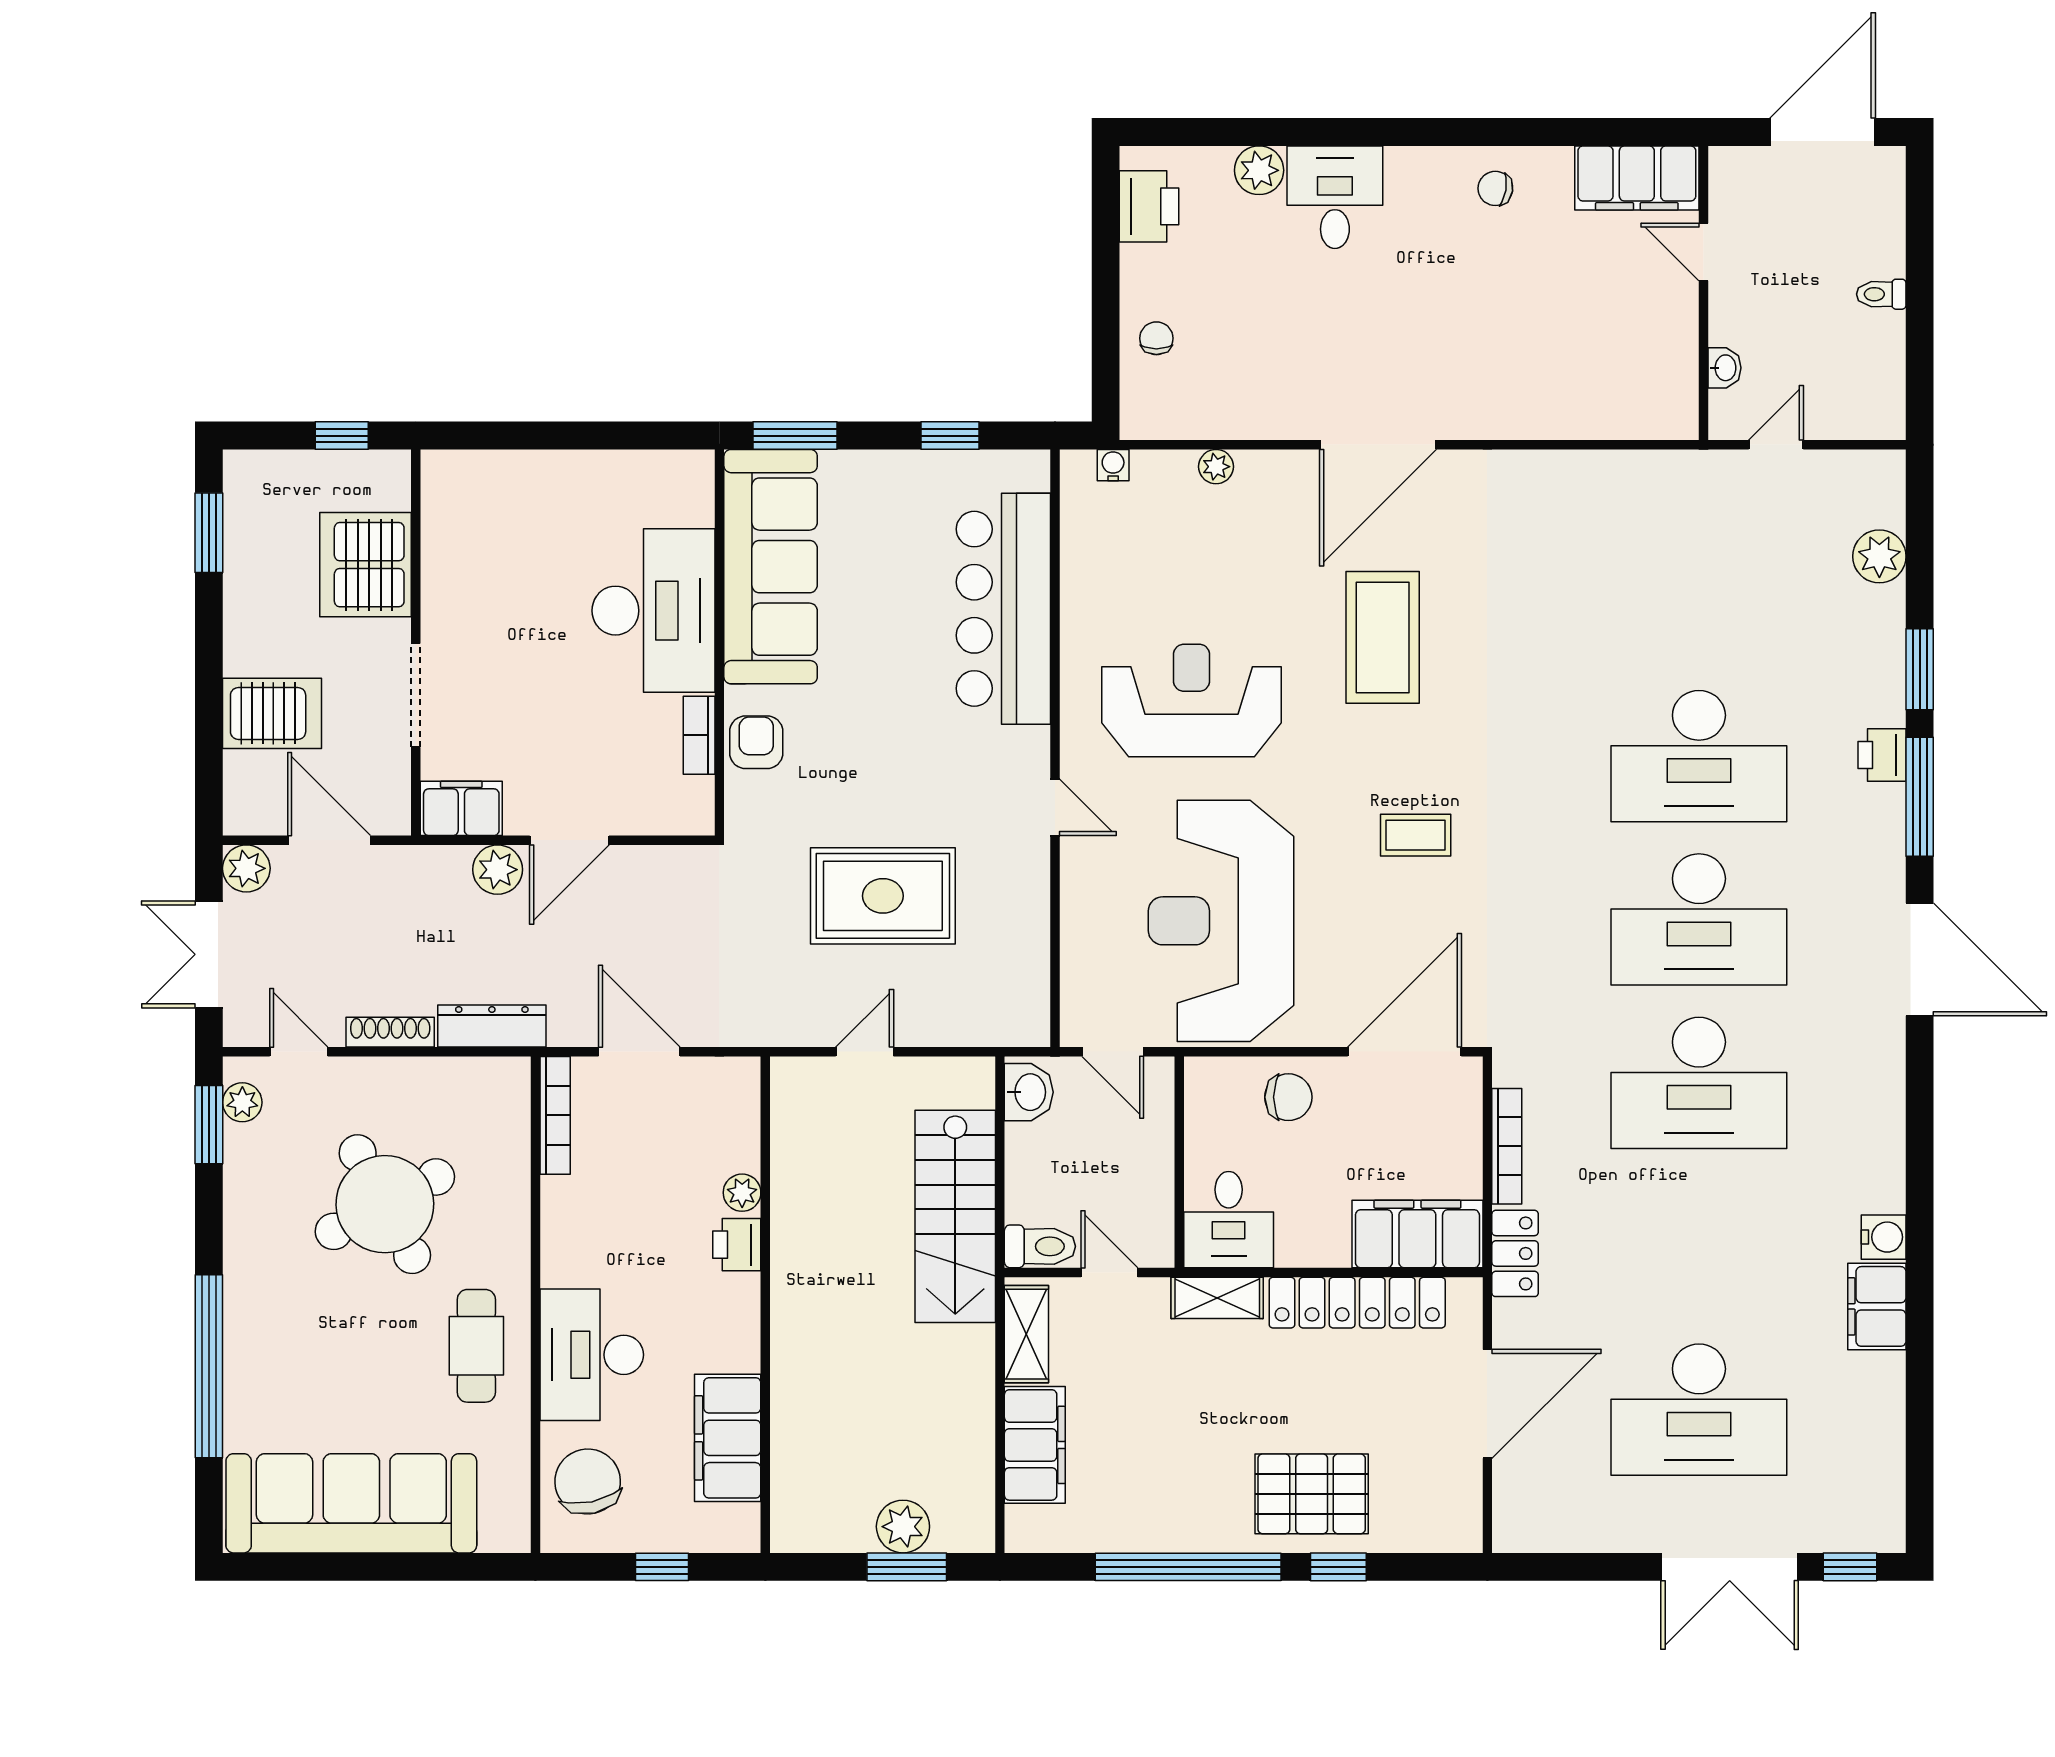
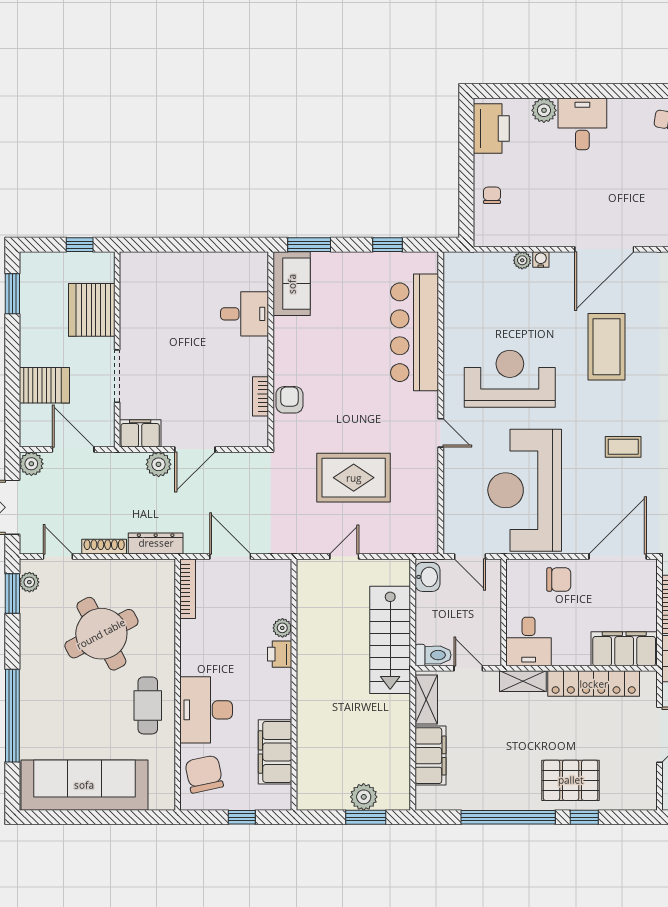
printer: (1149, 206) -> (491, 129), width x1.37, depth x1.19
water cooler: (1113, 465) -> (541, 260), moved
sofa: (771, 567) -> (292, 284), width x0.54, depth x0.79
desk: (653, 611) -> (245, 314), width x0.53, depth x0.77

